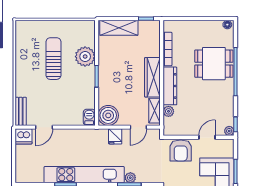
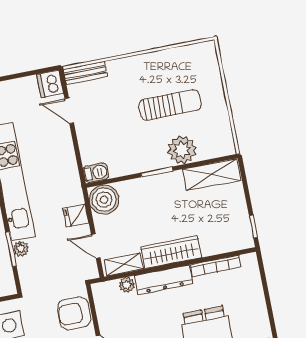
shelving: (119, 28) -> (212, 175), moved, turned 90

